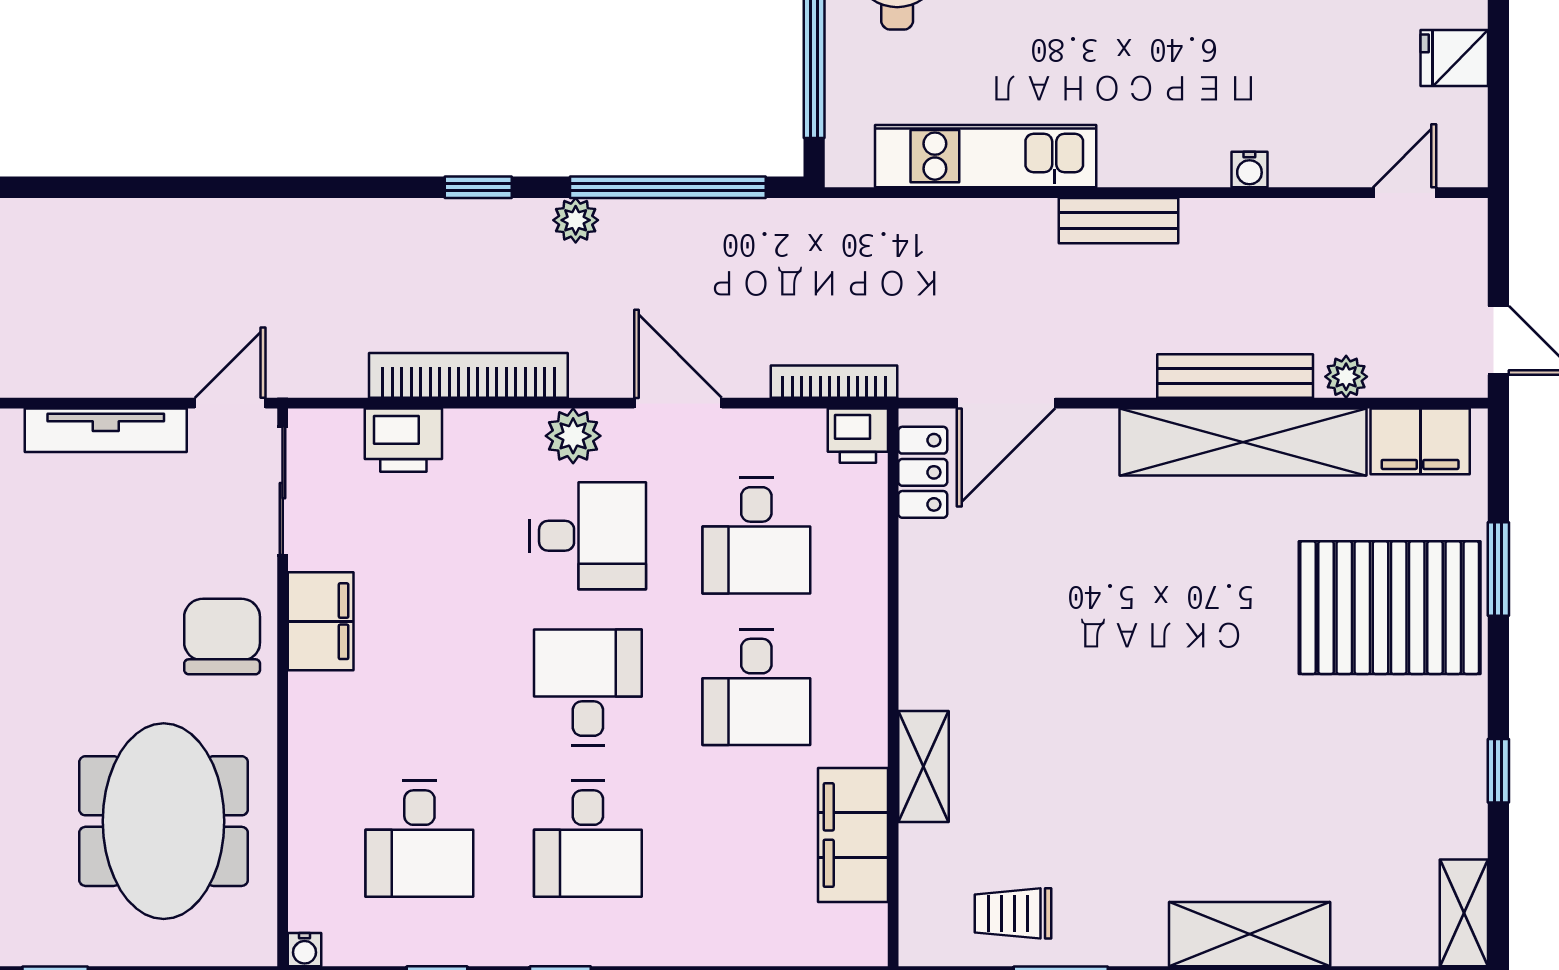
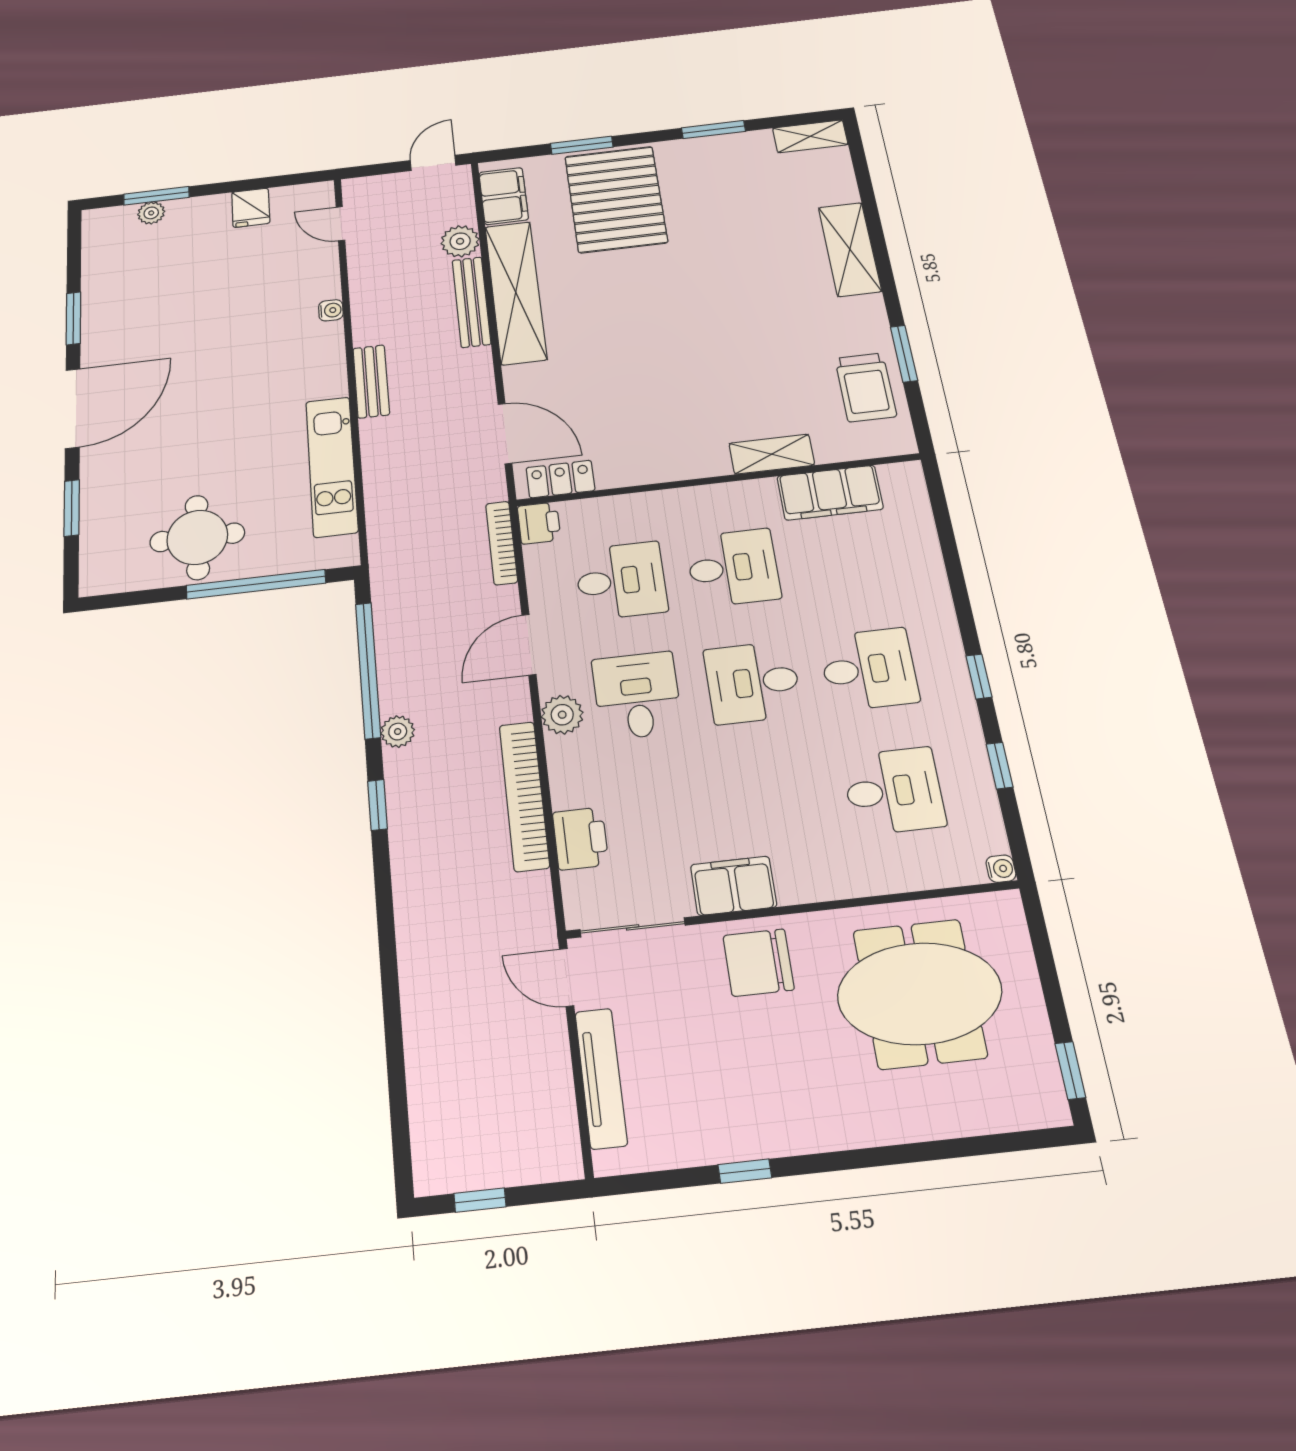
plant: (1346, 377) -> (460, 241), width x1.38, depth x1.38
window: (1498, 771) -> (713, 130), width x1.50
trolley: (1013, 913) -> (866, 387), width x1.36, depth x1.39

